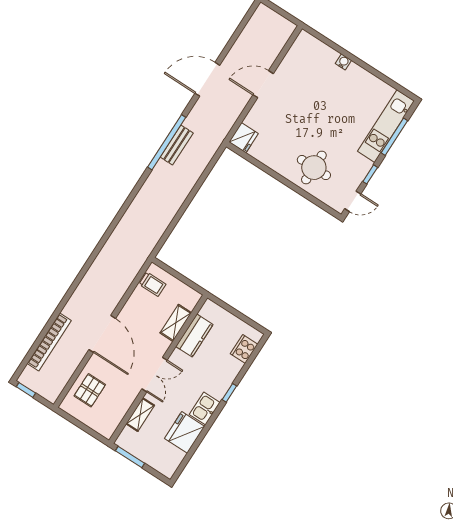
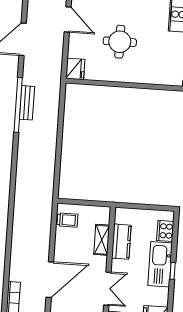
door: (263, 84) -> (68, 19), swing flipped
round table: (314, 168) -> (120, 42), moved
door: (102, 334) -> (50, 280), hinge flipped
kitchen sink: (205, 408) -> (160, 264), moved, width x1.88, depth x1.24

